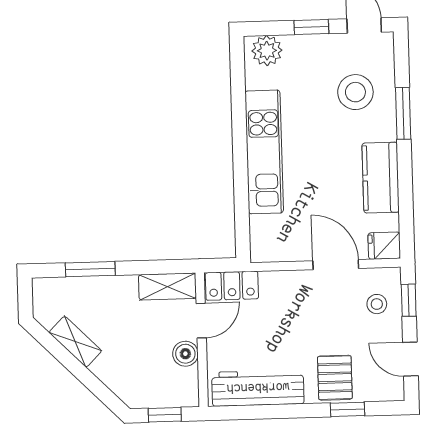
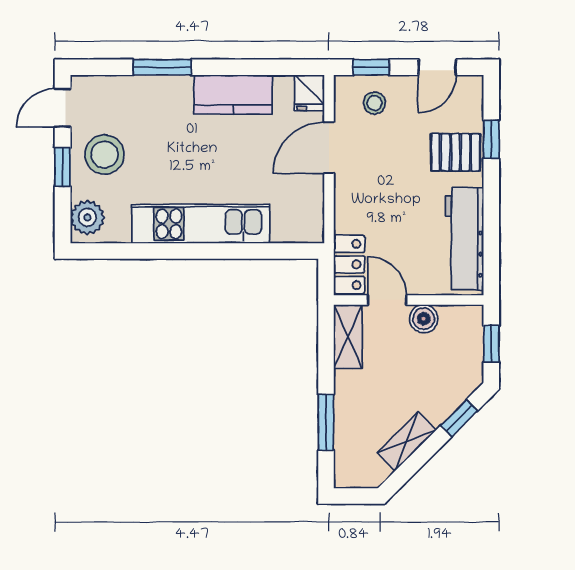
stool: (355, 92) -> (104, 154), moved
window: (98, 388) -> (459, 418), added

